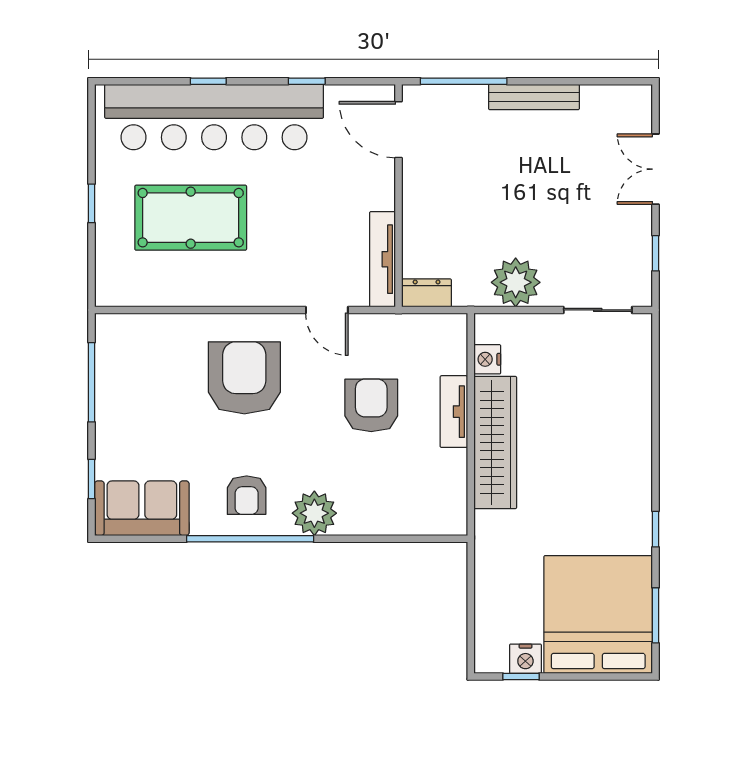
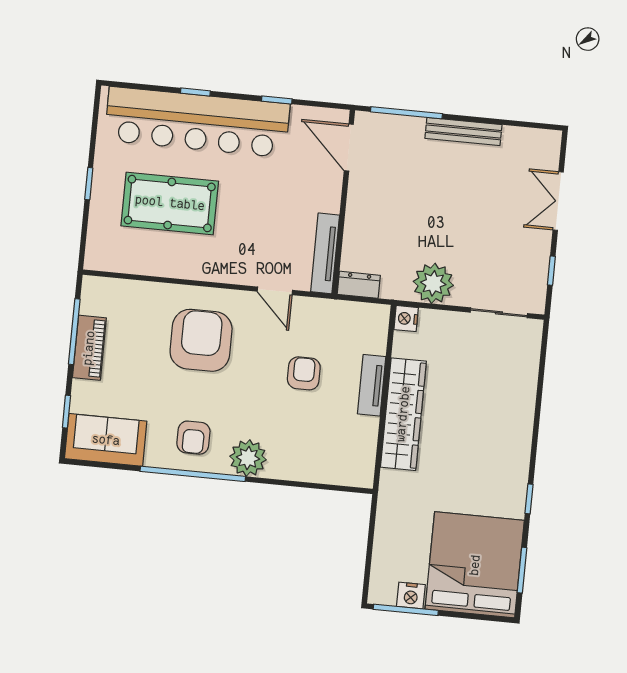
nightstand: (487, 359) -> (406, 319), moved
piano: (112, 400) -> (89, 348), added
armchair: (371, 405) -> (304, 373), width x0.72, depth x0.72
window: (521, 677) -> (406, 610), width x2.17

